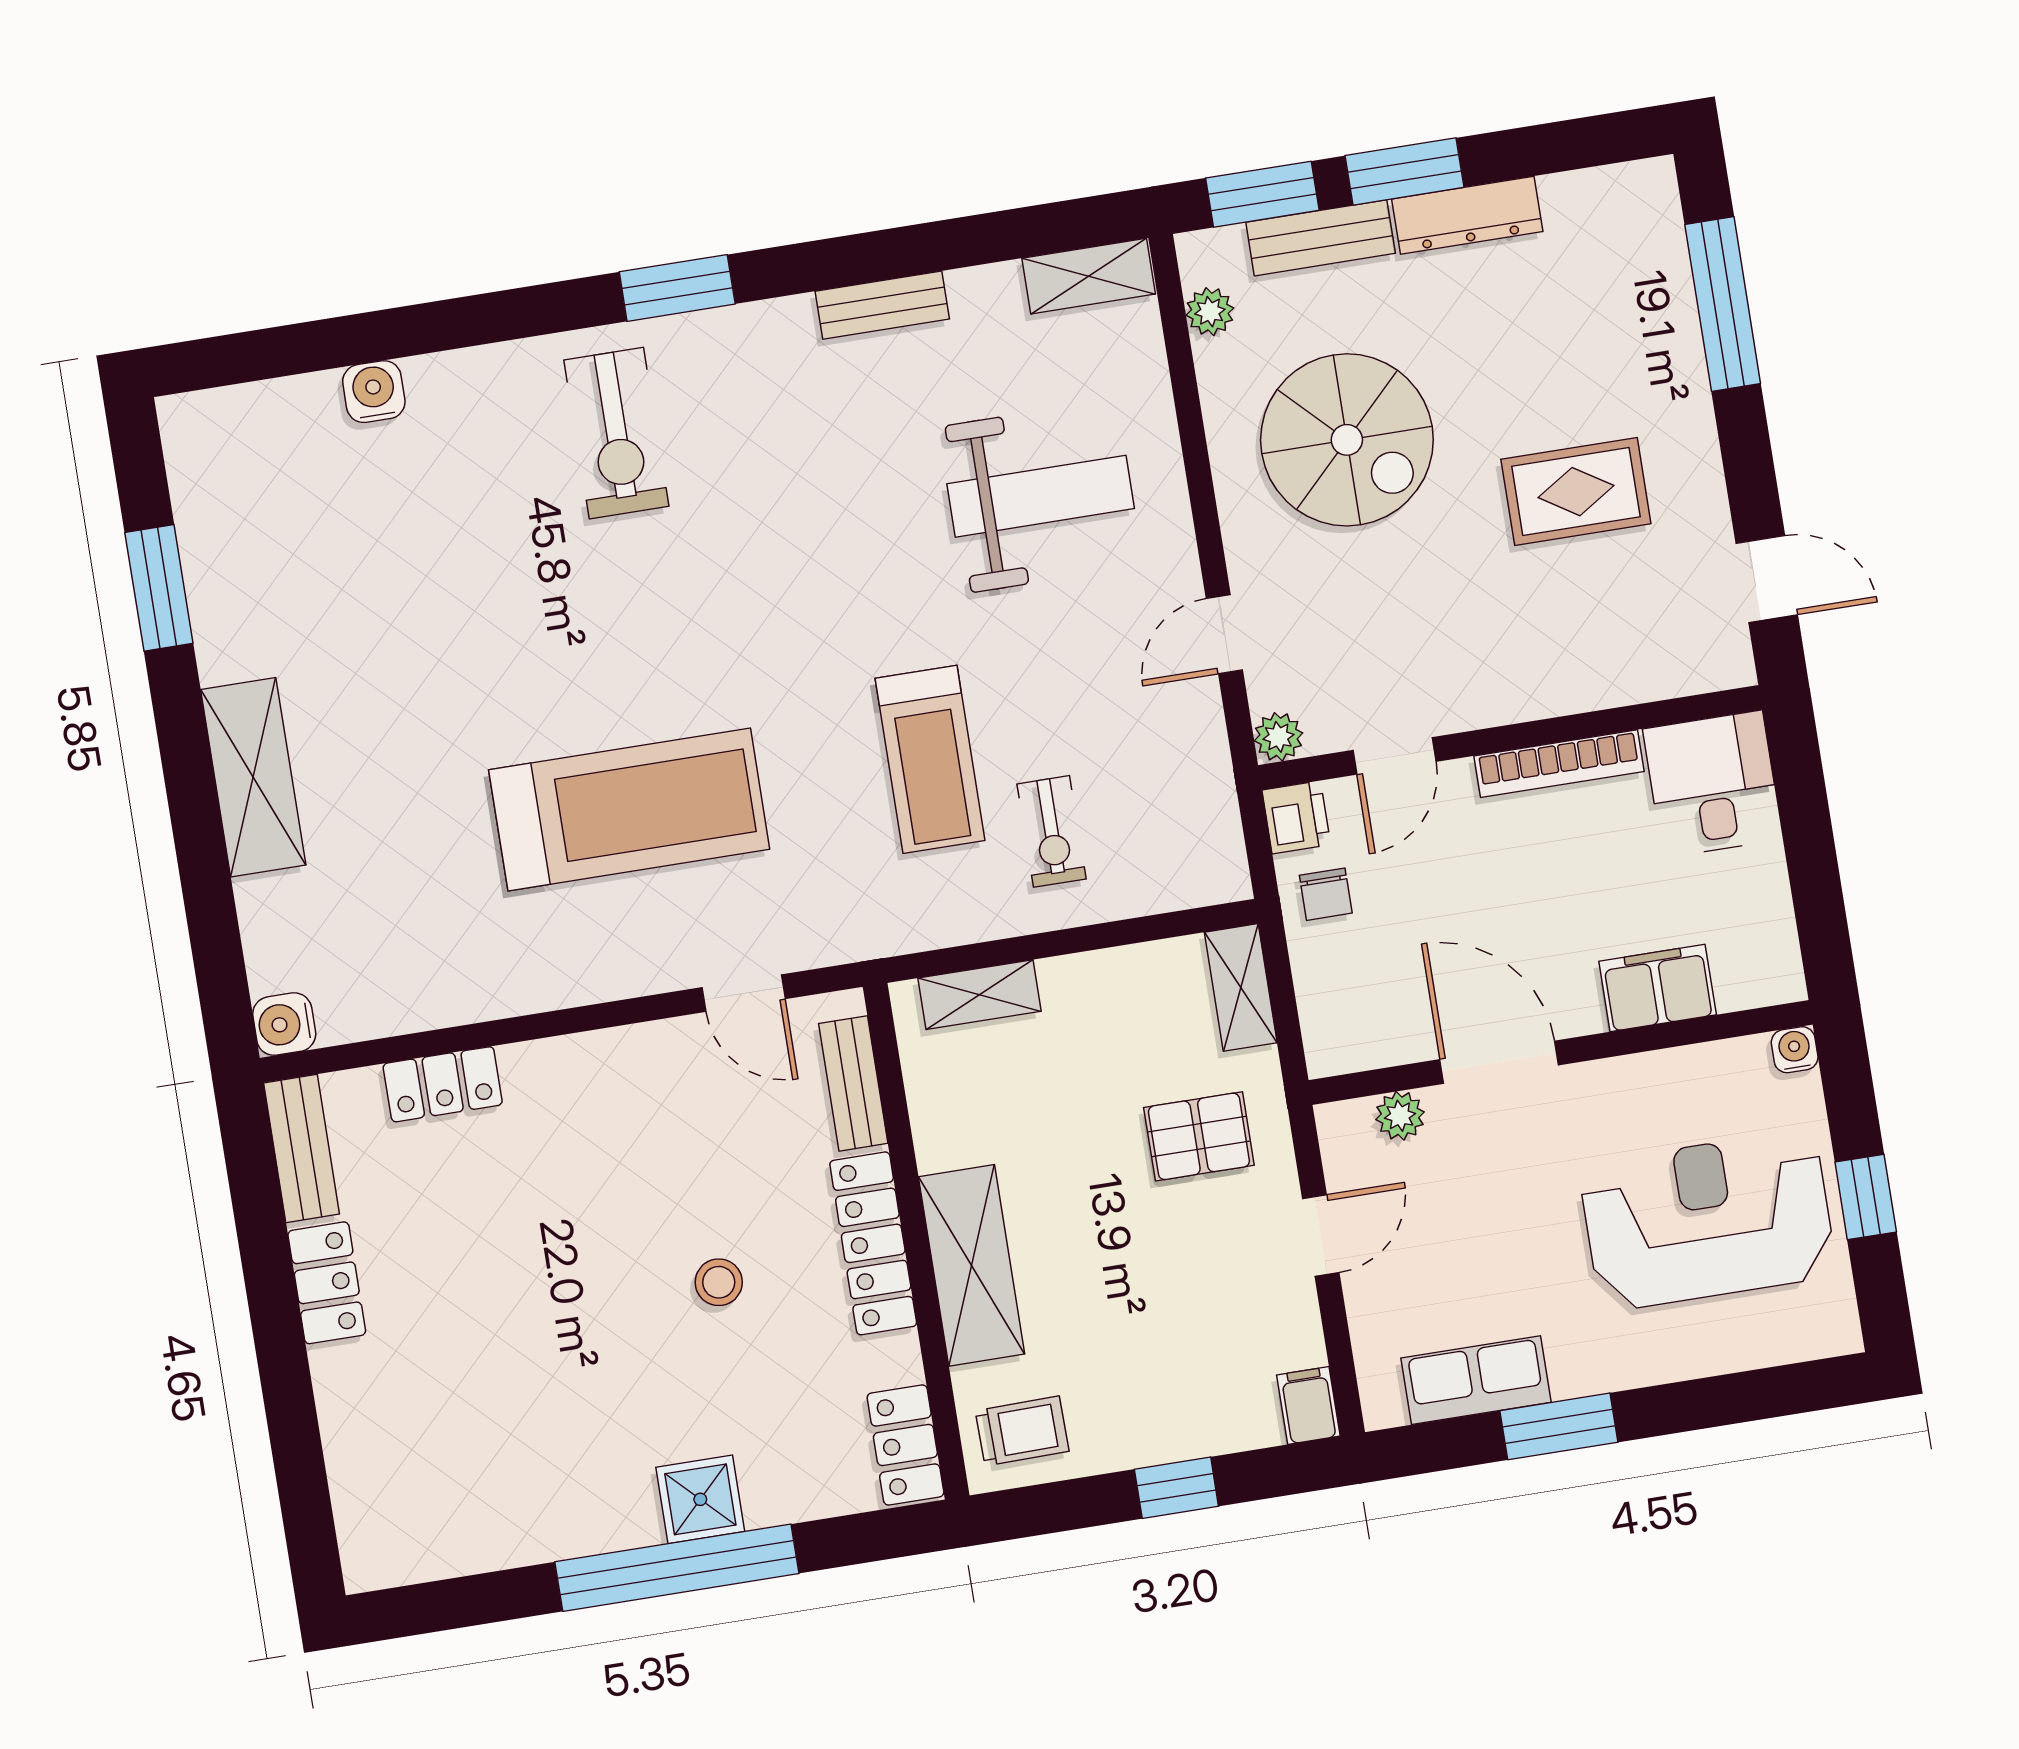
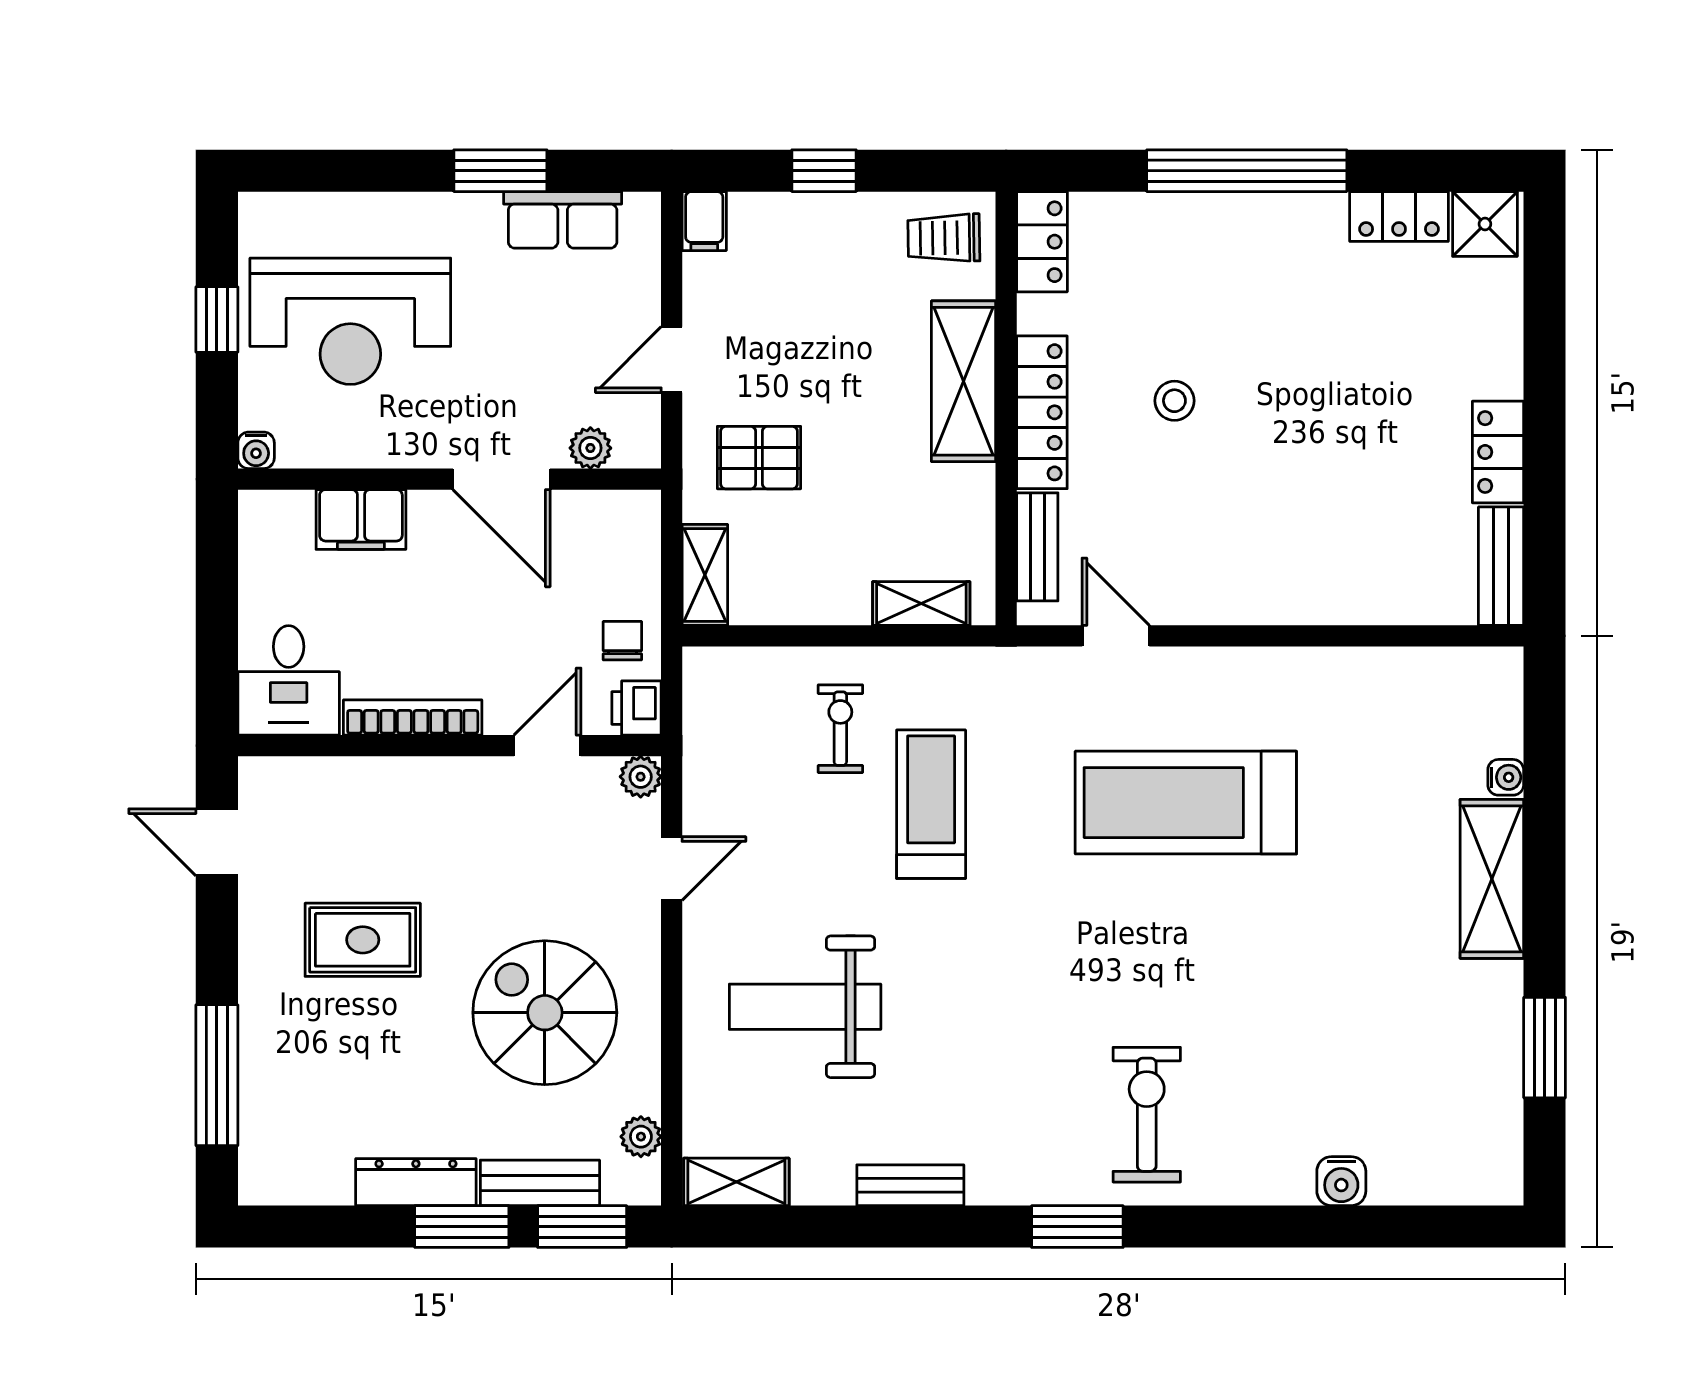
water cooler: (284, 1024) -> (1506, 777), moved, width x0.72, depth x0.72
locker: (443, 1084) -> (1399, 217), moved, turned 180
shower: (700, 1499) -> (1485, 224), moved

